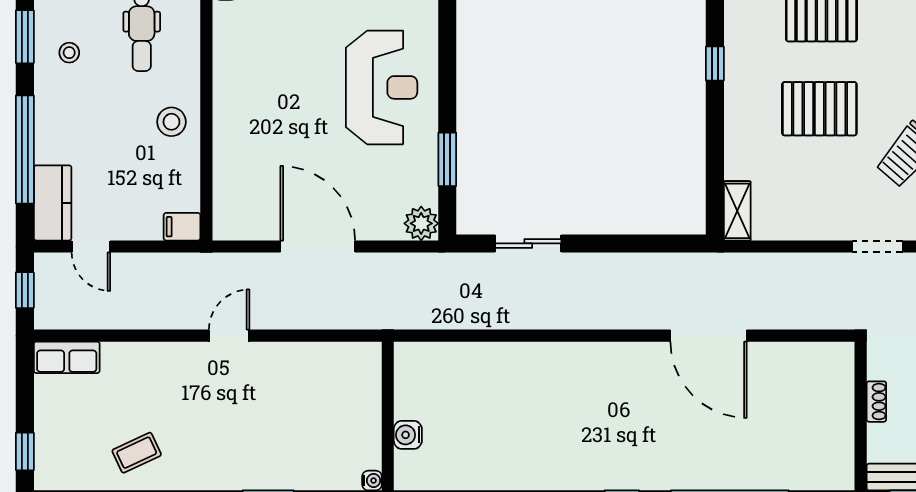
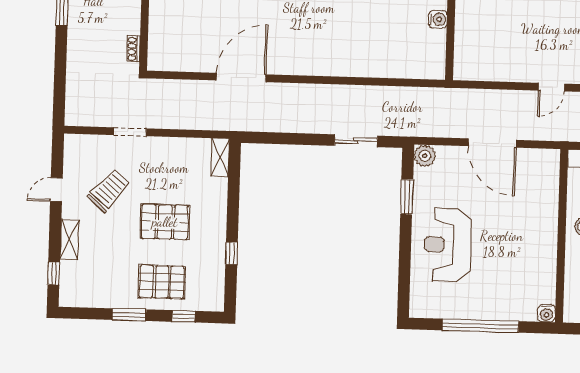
door: (709, 336) -> (241, 77), hinge flipped
shoe rack: (876, 402) -> (133, 49), moved

